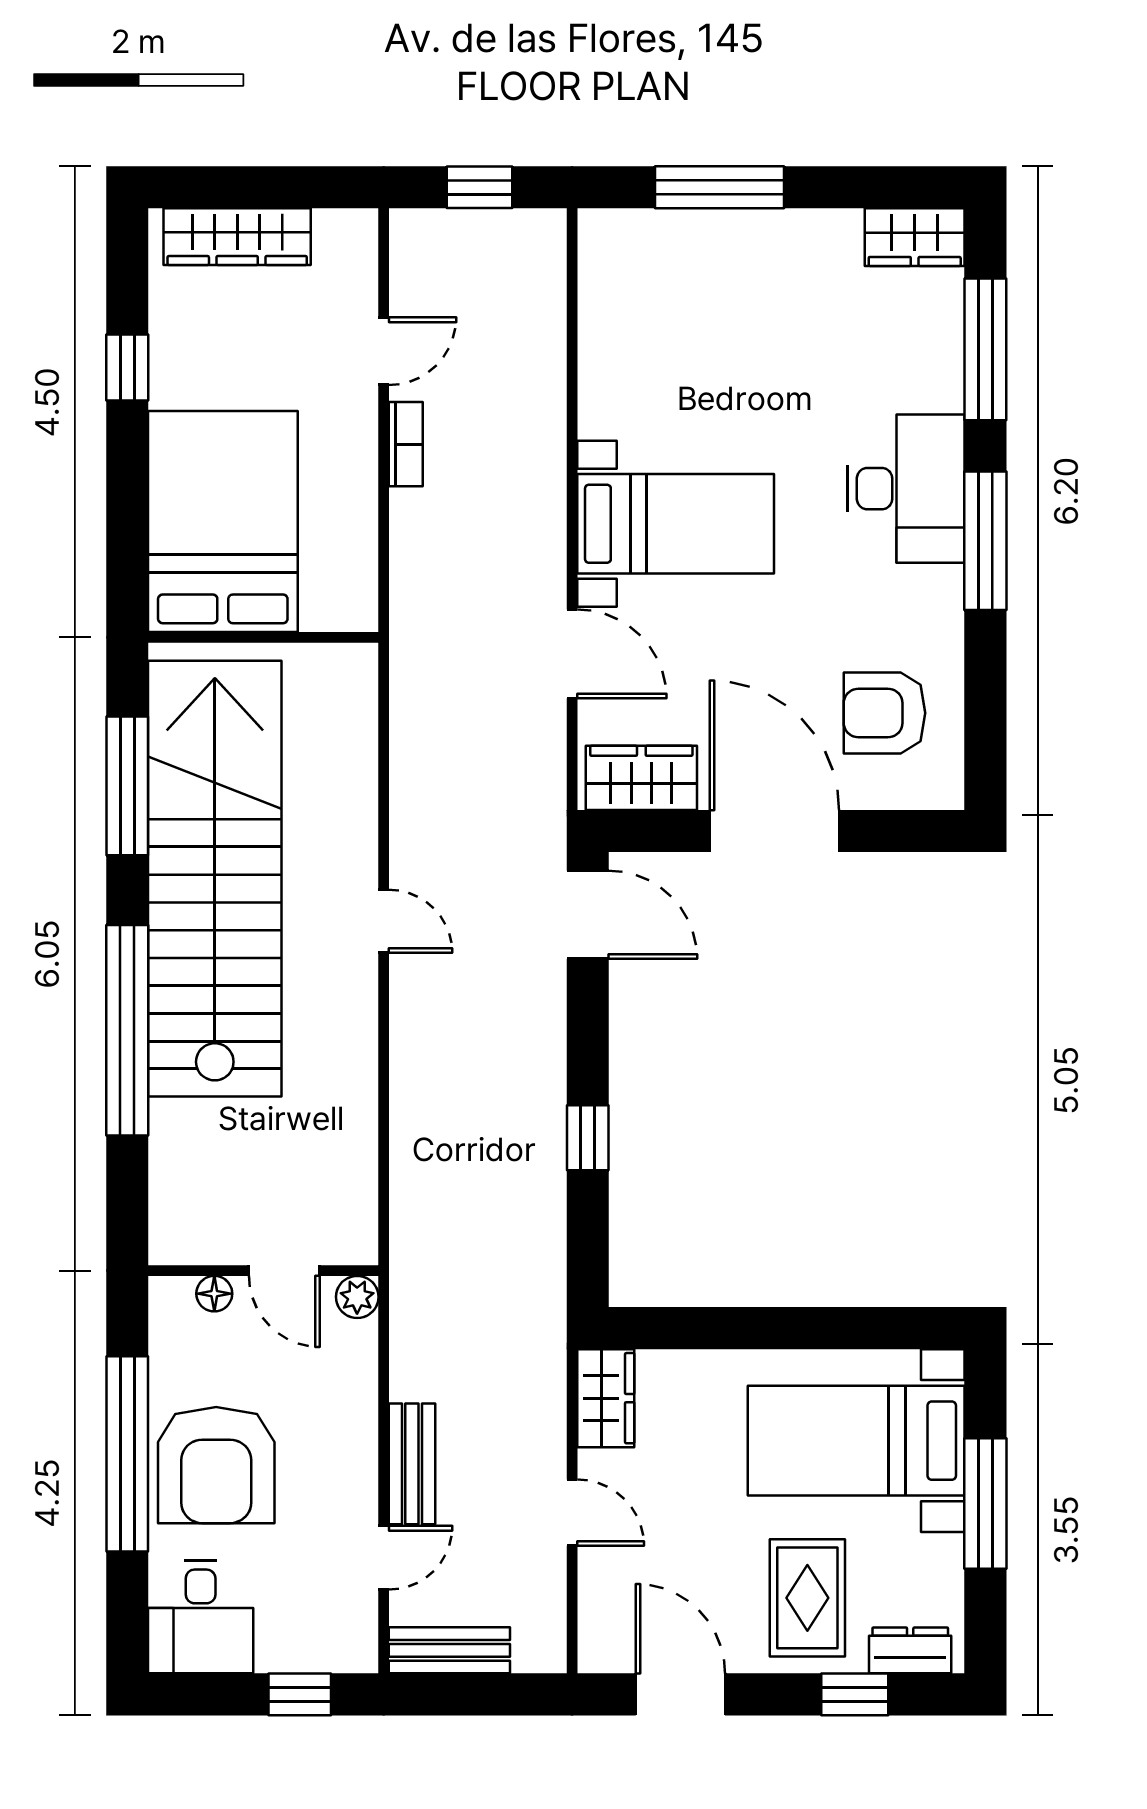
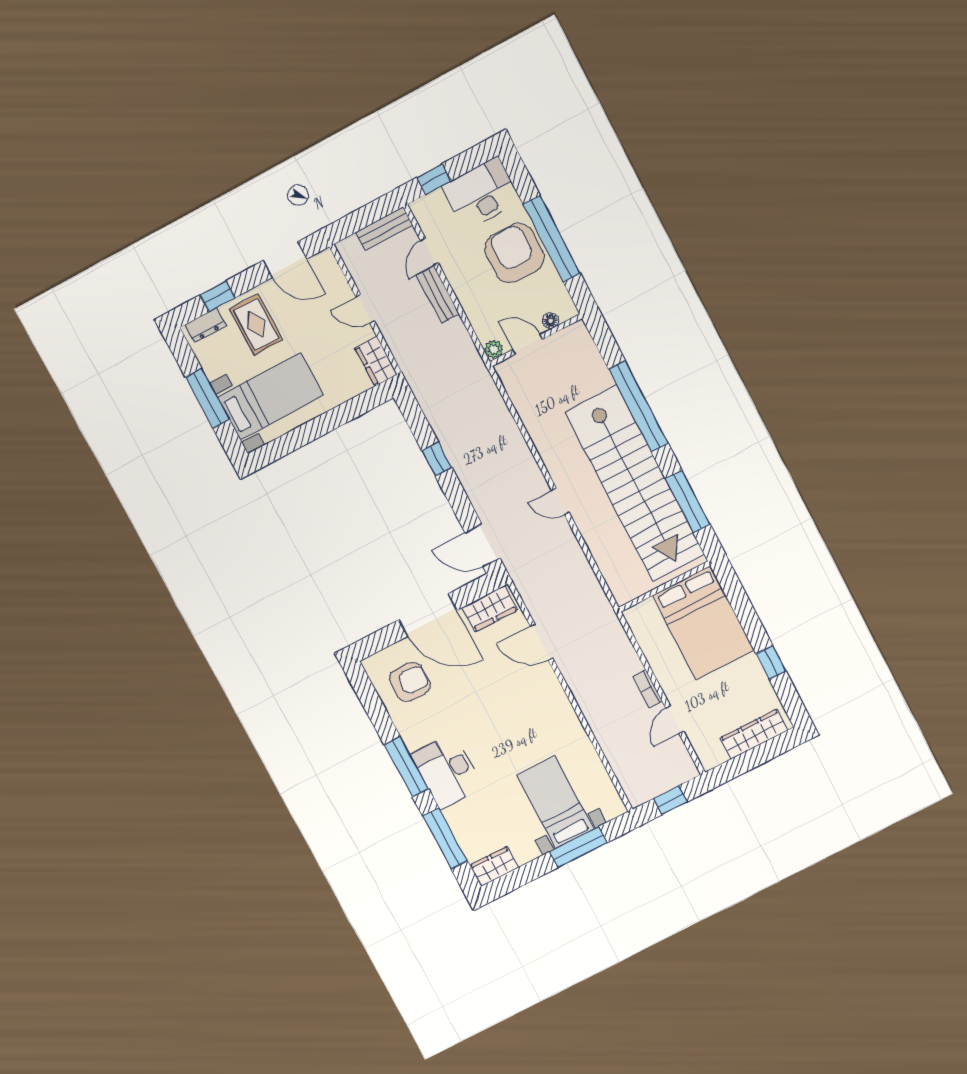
bed with nightstands: (676, 524) -> (555, 802), moved, turned 90
desk: (201, 1617) -> (481, 193), width x1.37

